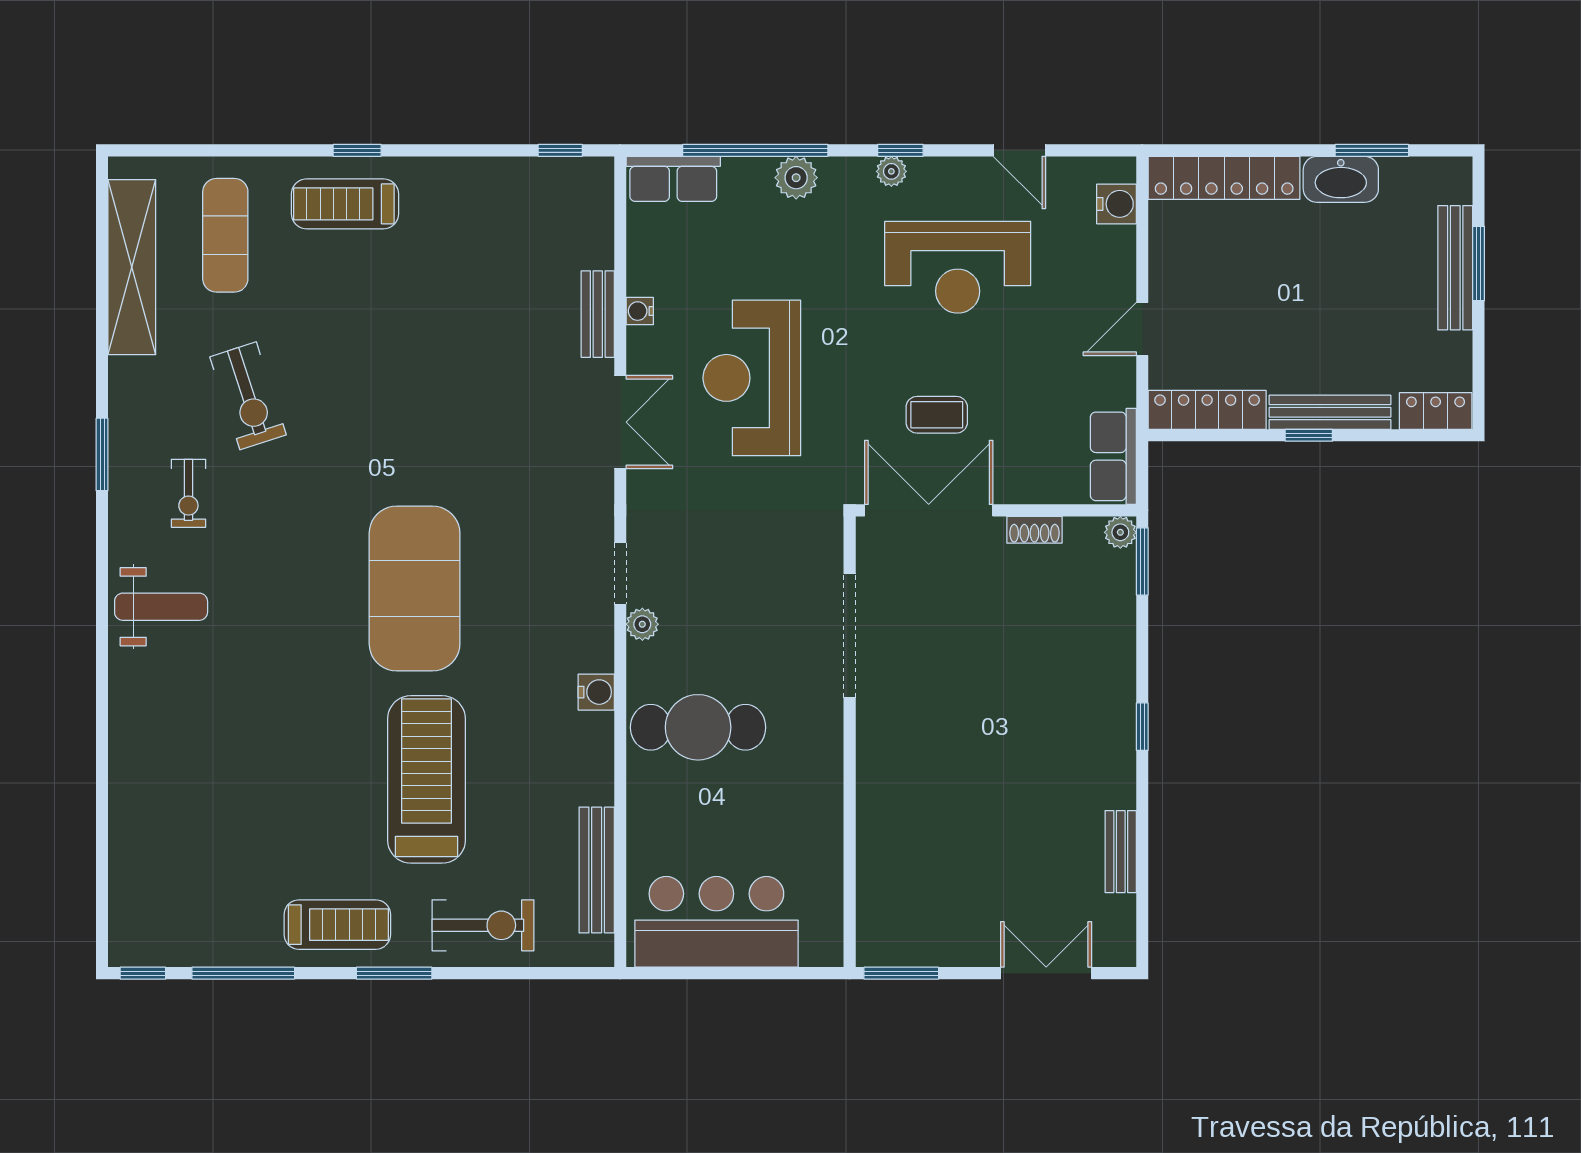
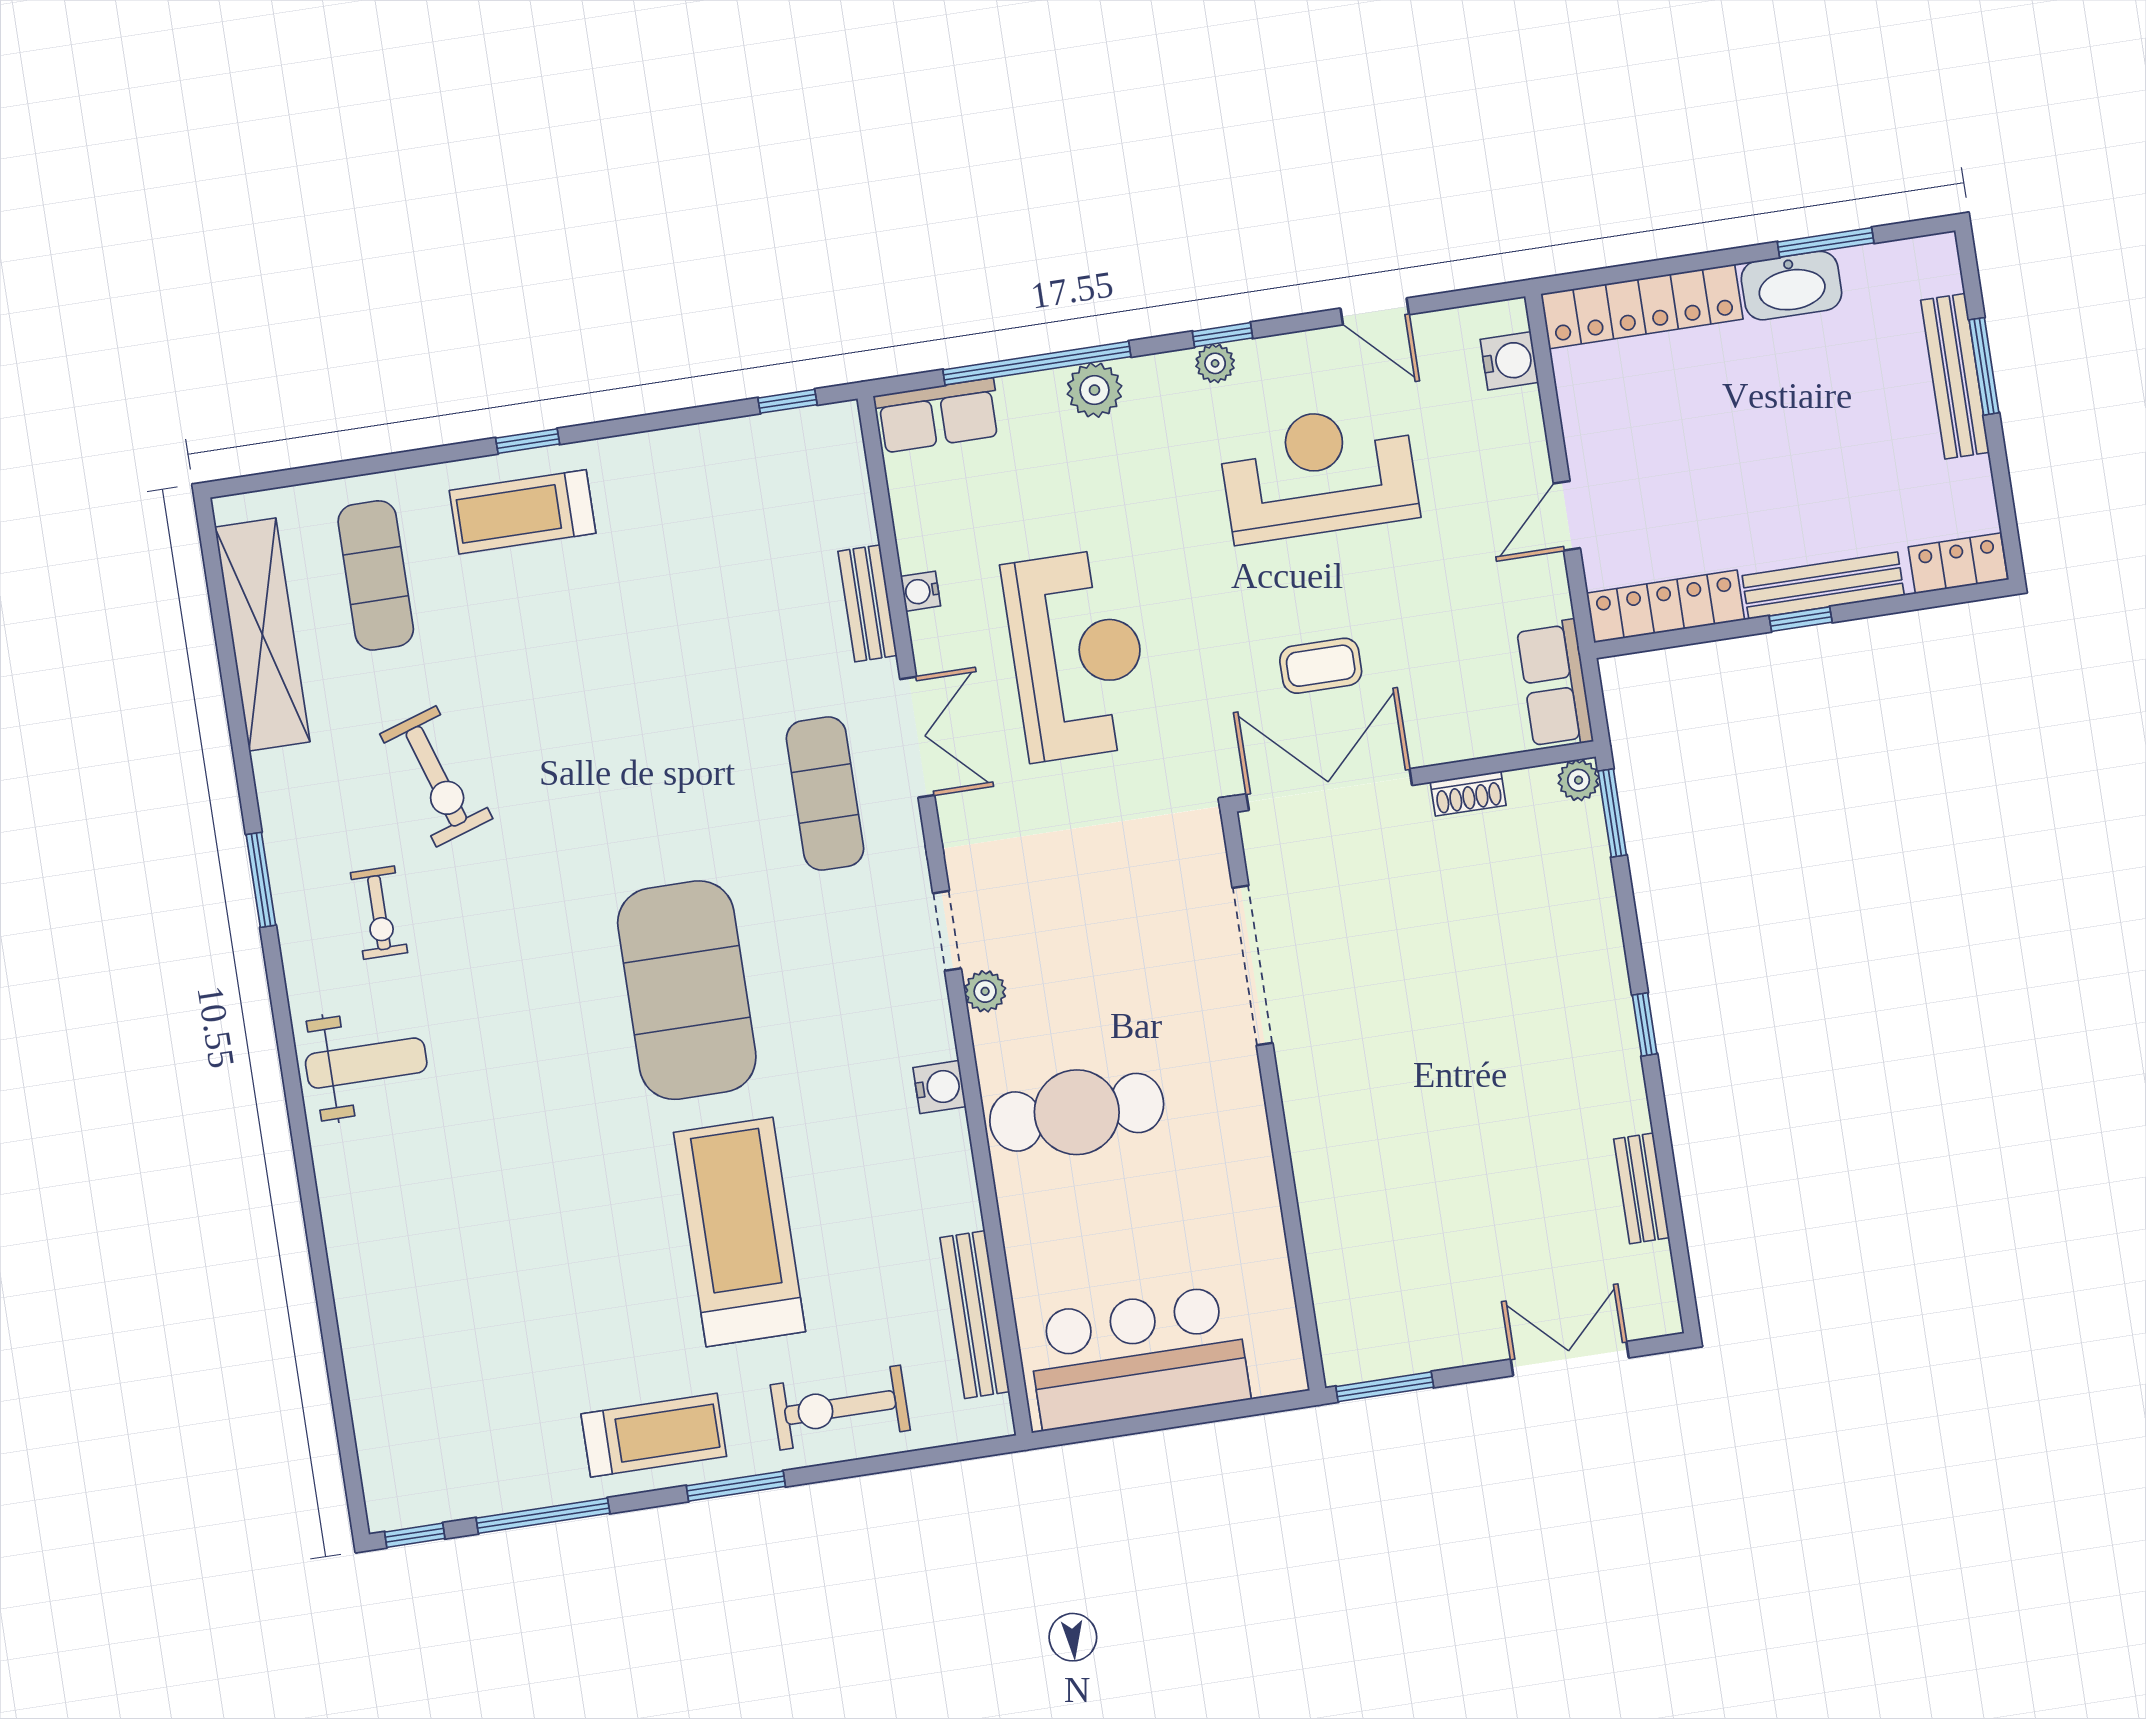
reception desk: (958, 267) -> (1319, 473), turned 180
reception desk: (752, 378) -> (1077, 655), turned 180
exercise mat: (543, 454) -> (825, 794), added
exercise bike: (483, 925) -> (840, 1408), turned 180

